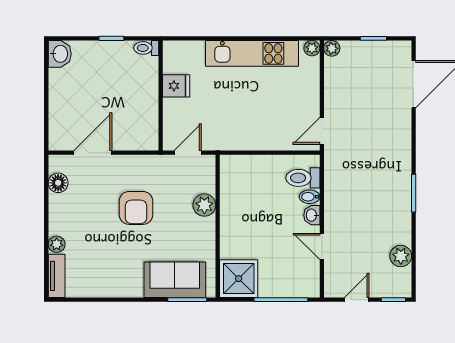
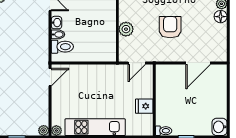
floor lamp: (58, 183) -> (221, 17), moved

